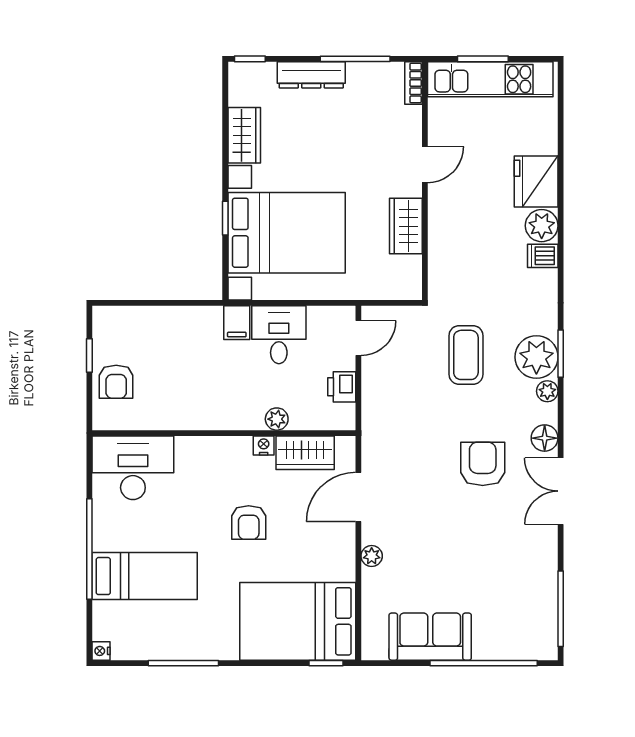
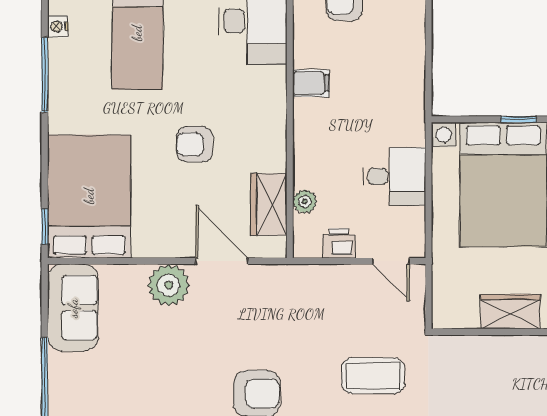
filing cabinet: (237, 323) -> (311, 83), moved, turned 180
plant: (277, 419) -> (305, 201), moved
nightstand: (264, 445) -> (58, 27), moved, turned 180
plant: (372, 556) -> (169, 285), width x1.88, depth x1.88
sofa: (430, 637) -> (73, 308), moved

